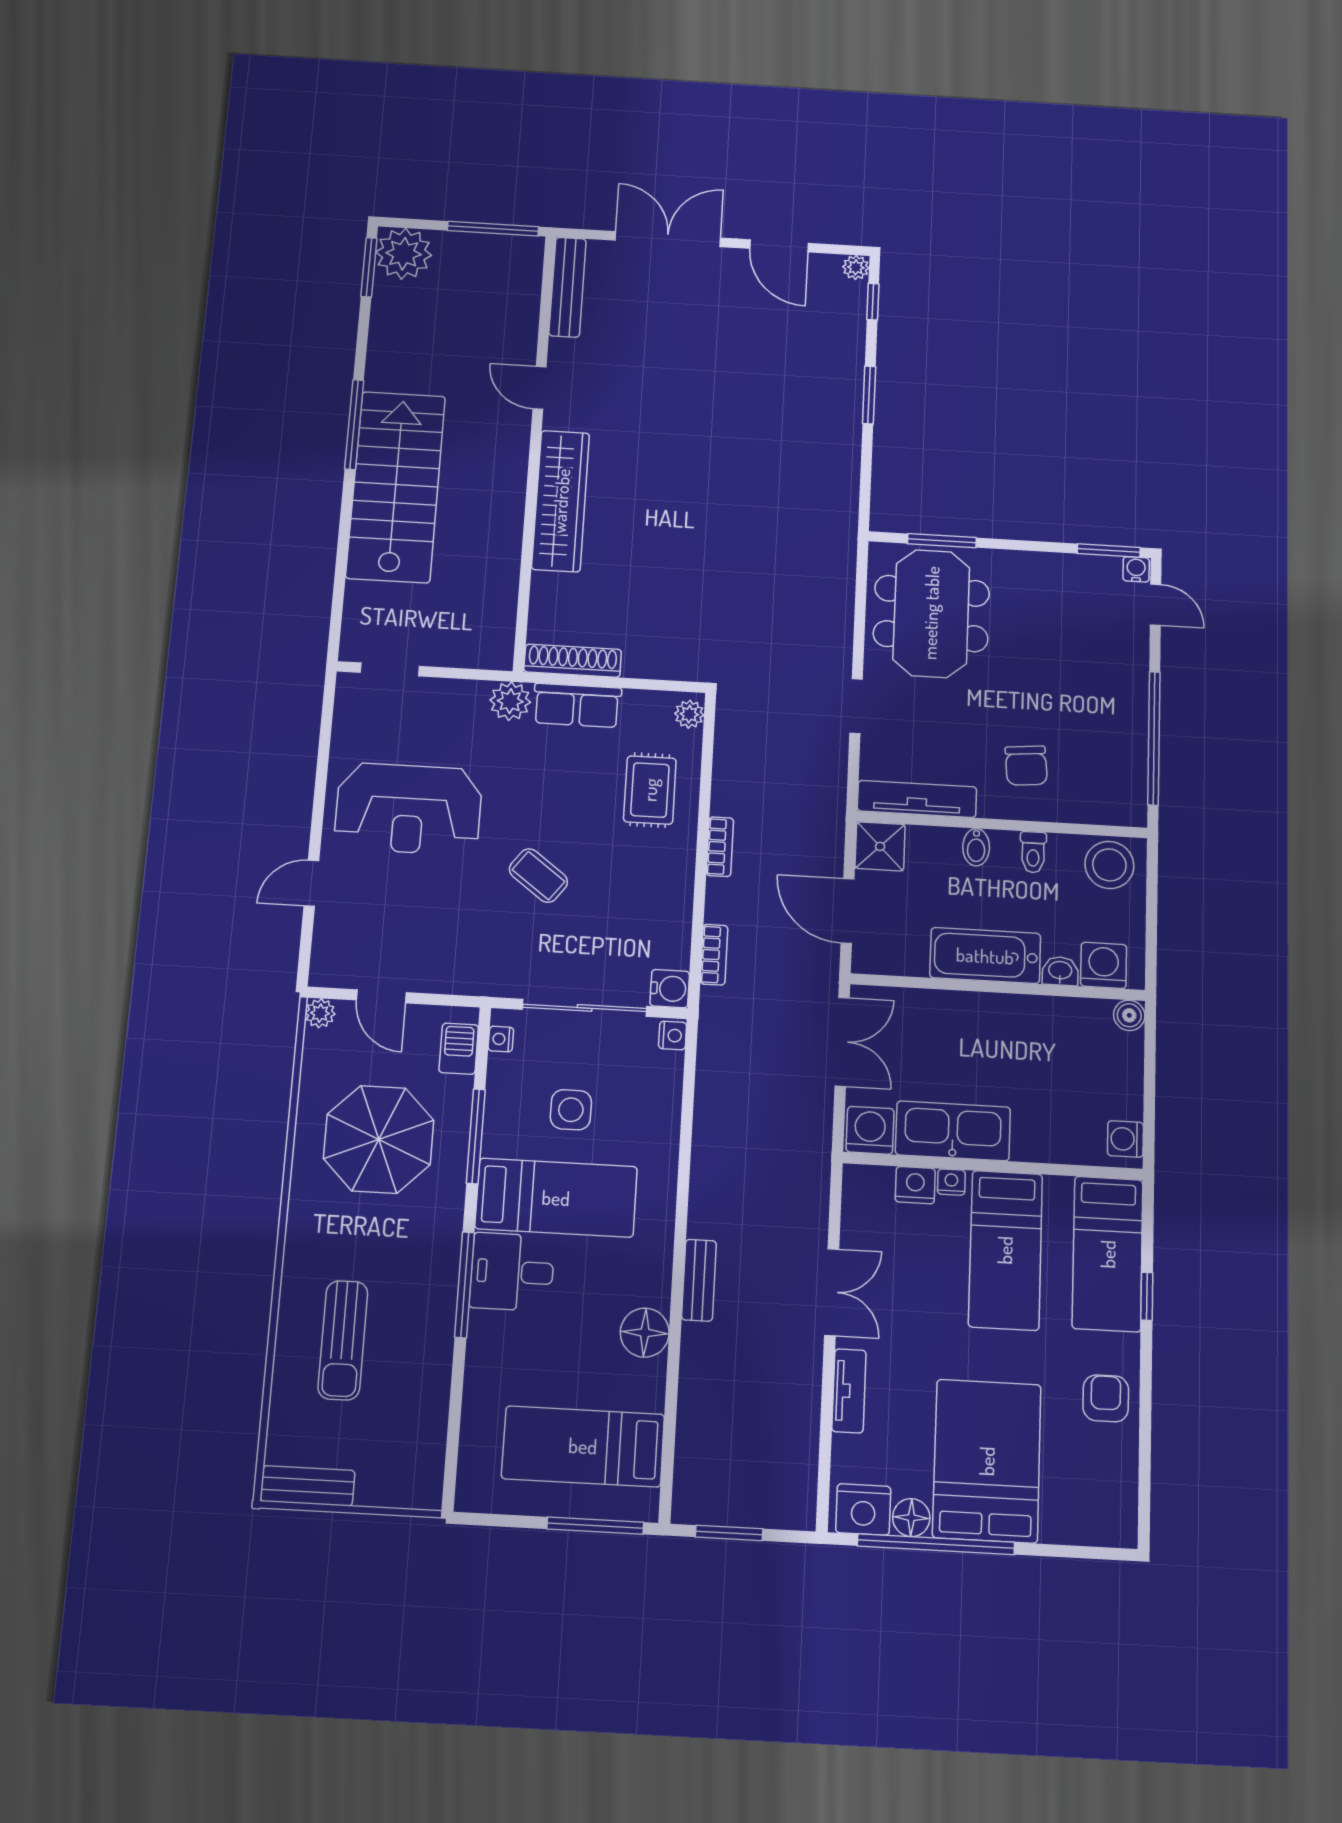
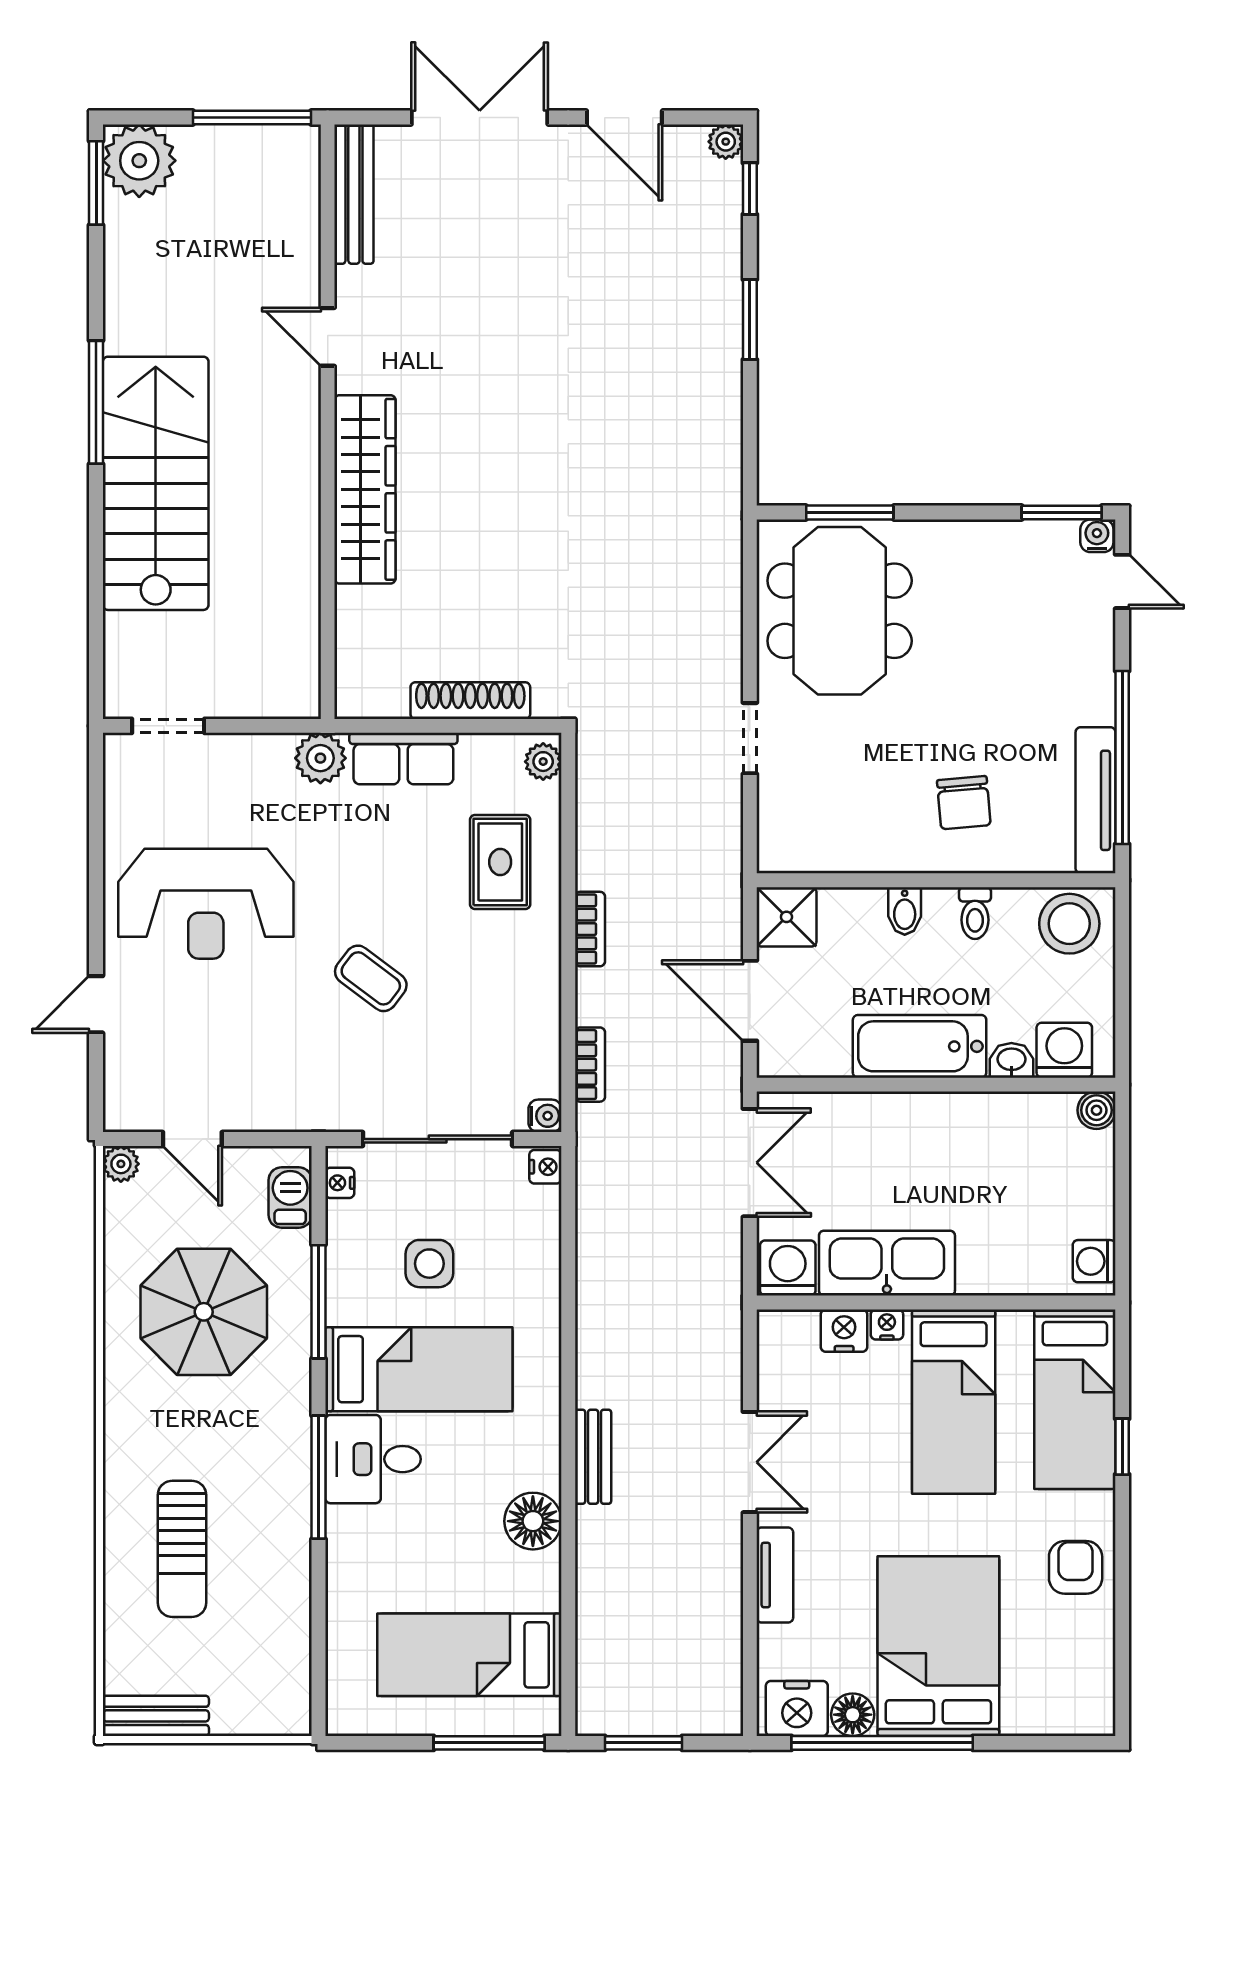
shoe rack: (573, 661) -> (470, 701), moved
tv unit: (917, 799) -> (1096, 800), moved, turned -90
water cooler: (670, 989) -> (545, 1116), width x0.72, depth x0.72

